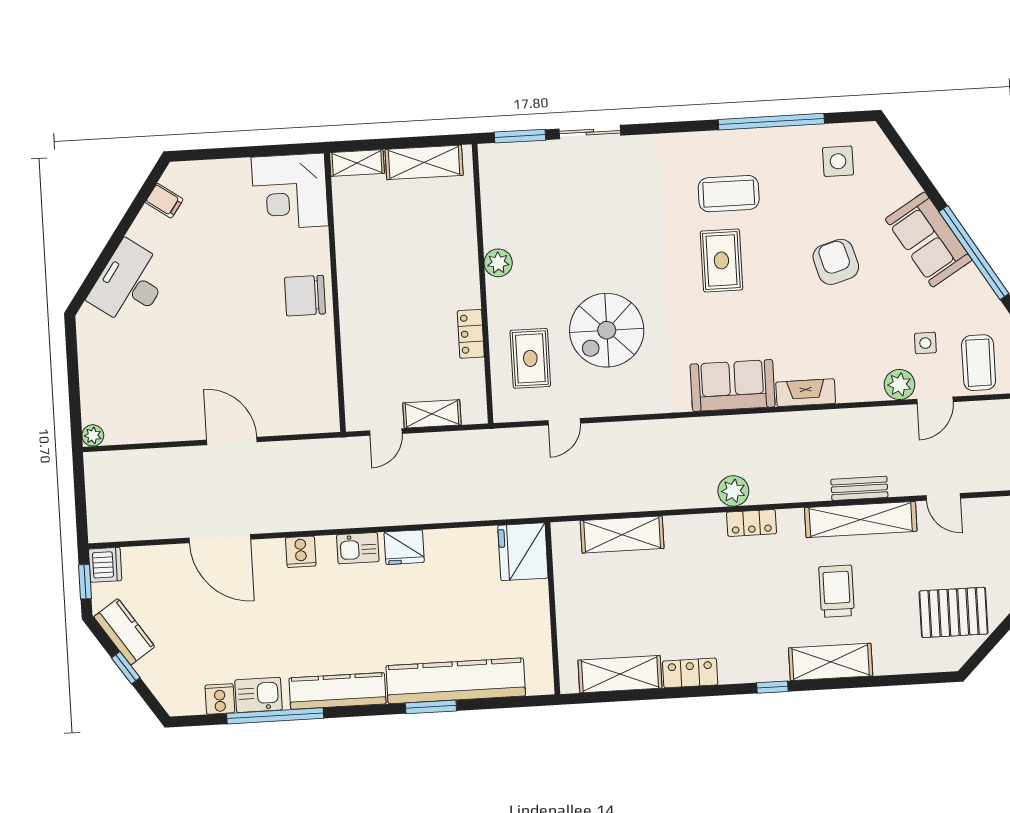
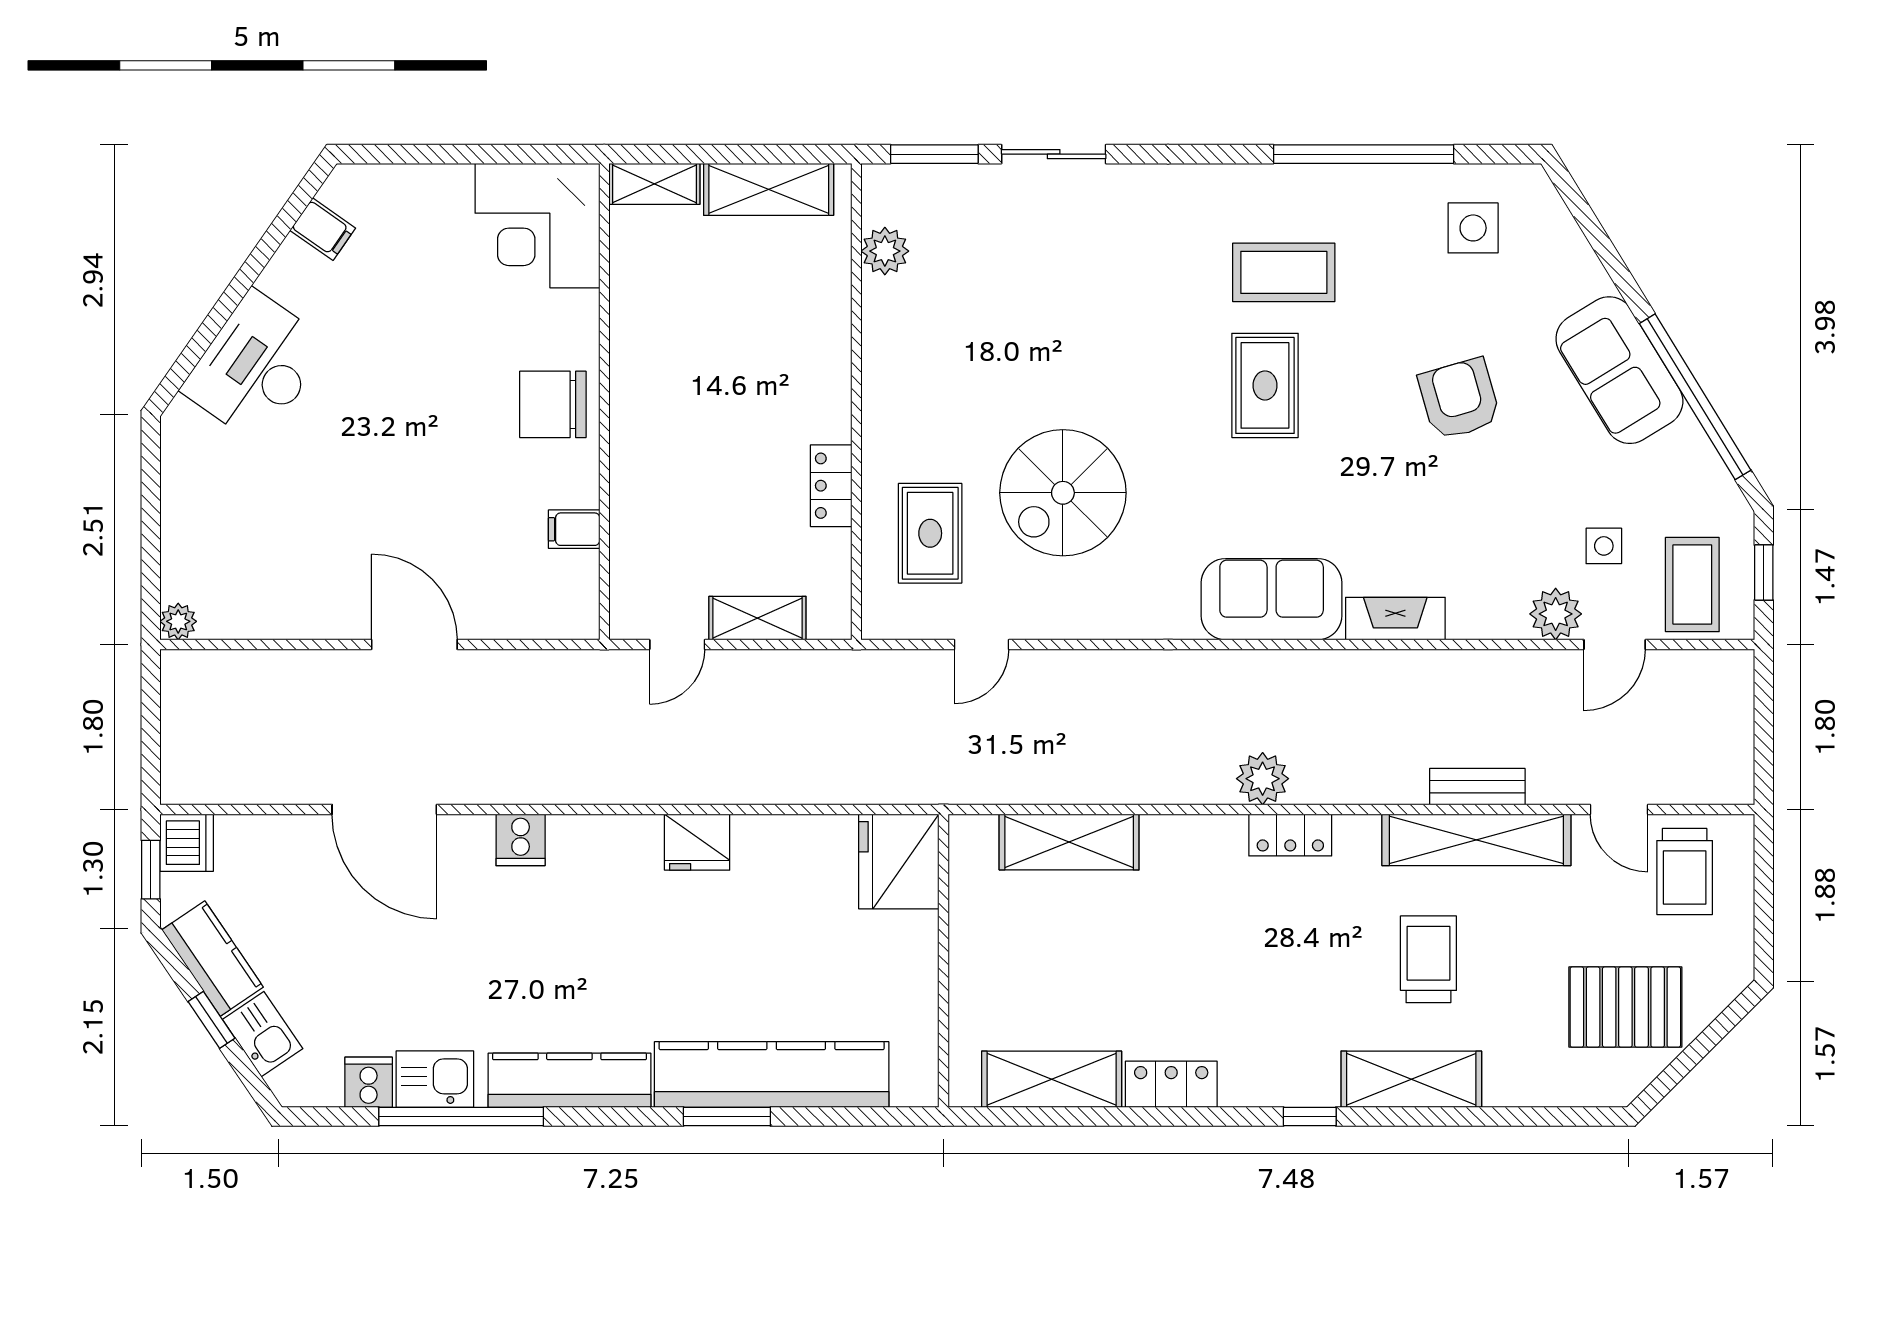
plant: (498, 263) -> (885, 251), moved
filing cabinet: (322, 368) -> (574, 529), added
trolley: (984, 531) -> (1685, 871), added
kitchen sink: (358, 548) -> (263, 1034), moved, turned -124

